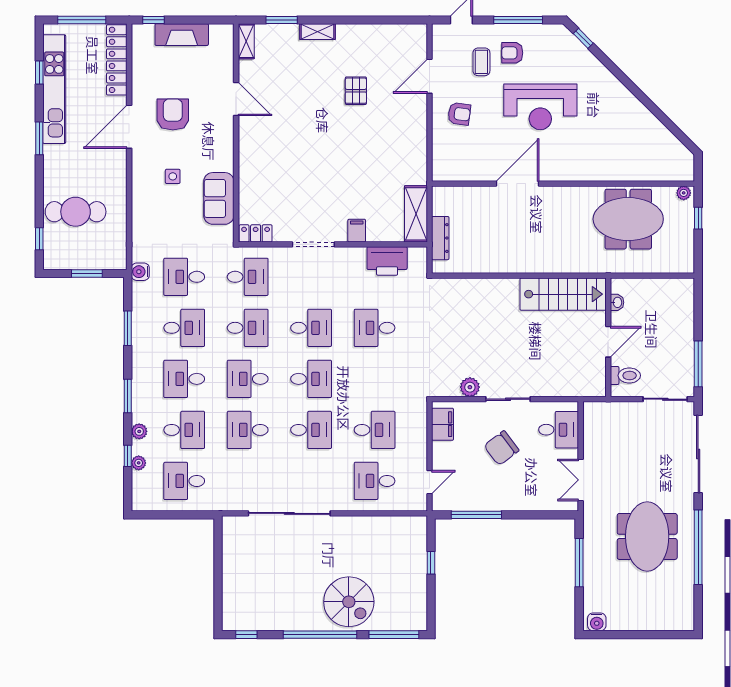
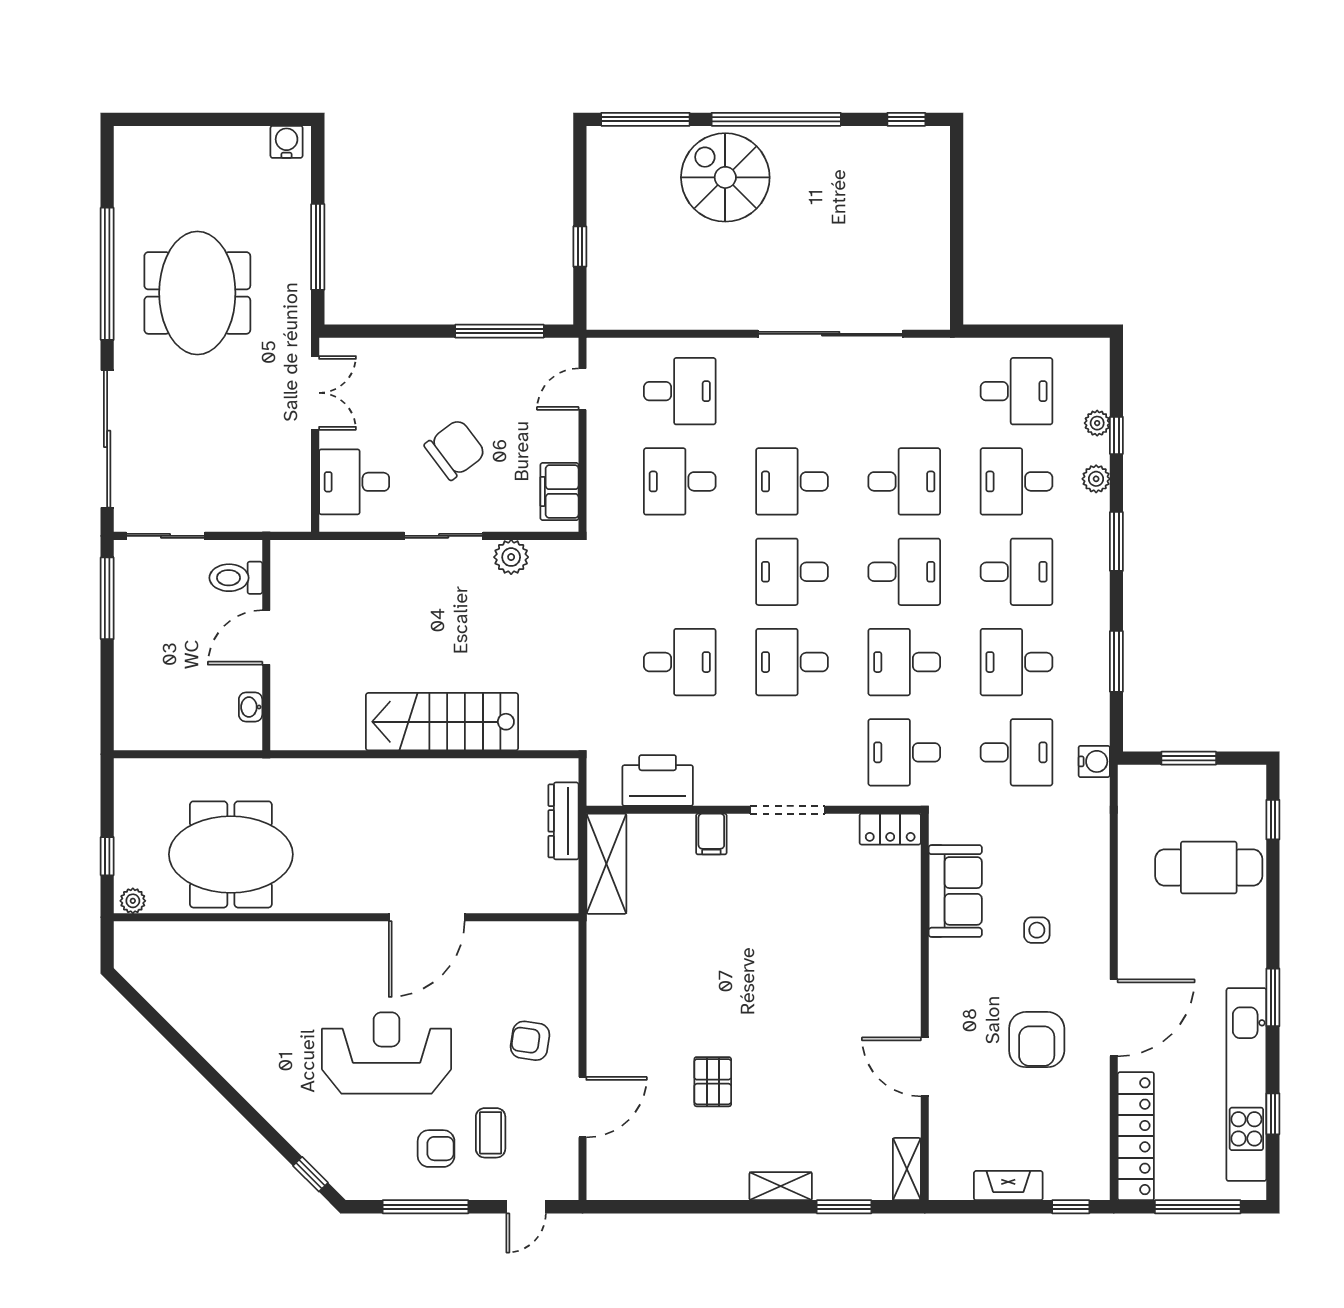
fireplace: (182, 35) -> (1008, 1186), width x0.73, depth x0.76
stairs: (563, 294) -> (442, 722), moved

